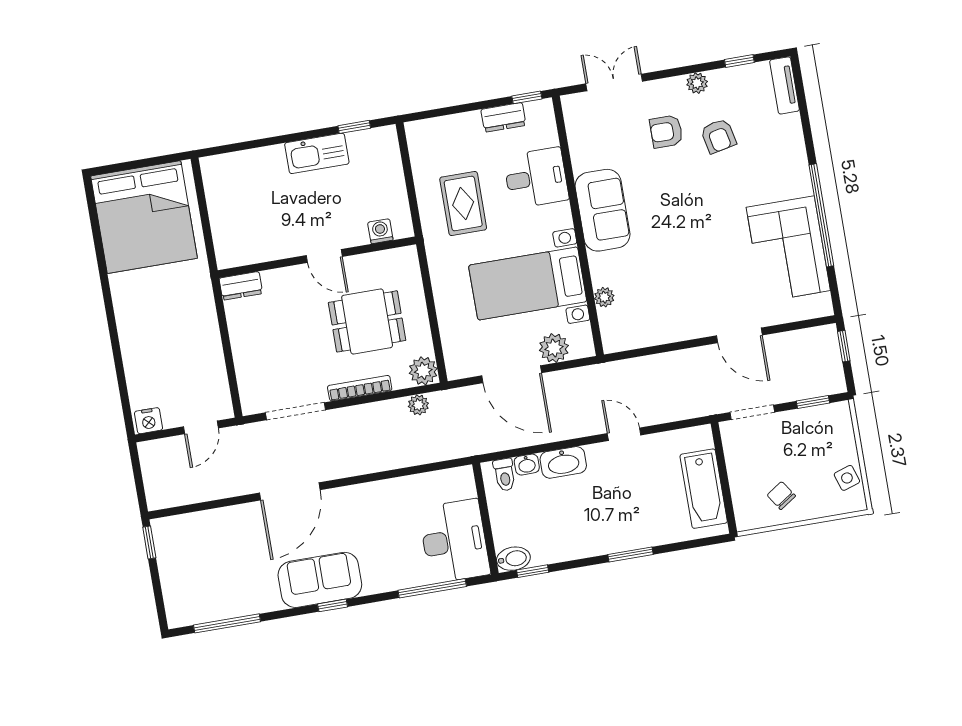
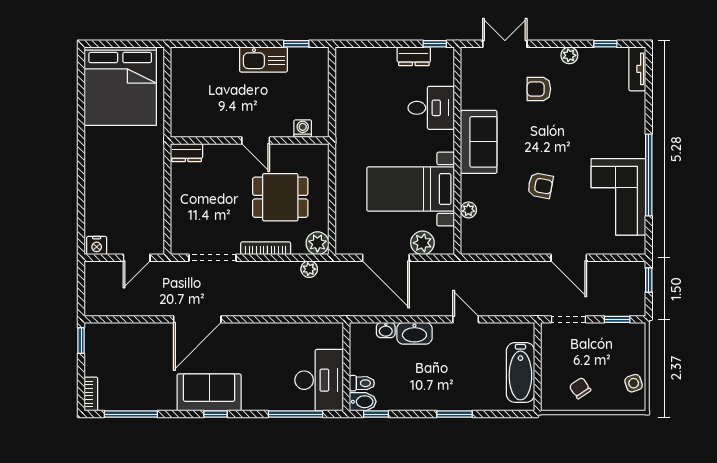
armchair: (718, 136) -> (540, 185), moved, turned -67
rug: (463, 203) -> (371, 118), removed
toilet: (505, 475) -> (362, 383), moved, turned -90
bookcase: (173, 607) -> (91, 394), added

